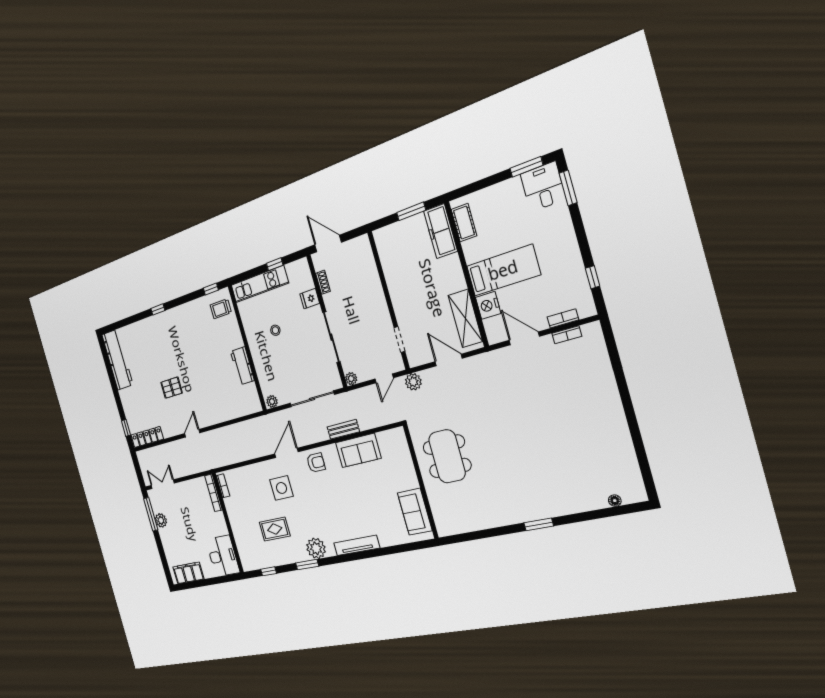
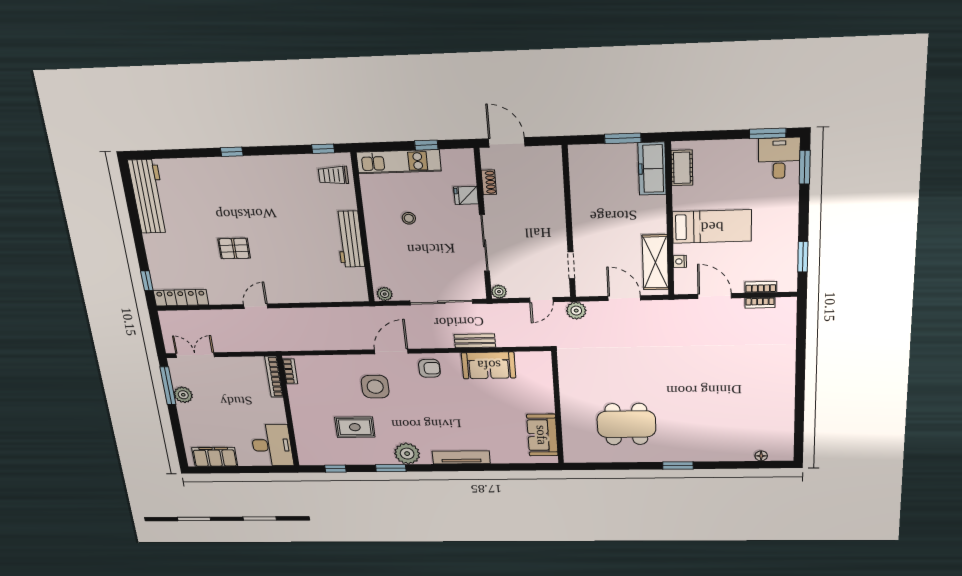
window: (593, 277) -> (803, 257), width x1.50
nightstand: (488, 305) -> (680, 261), width x0.53, depth x0.56
workbench: (242, 366) -> (350, 239), width x1.38
dining table: (447, 456) -> (626, 424), moved, turned 90

